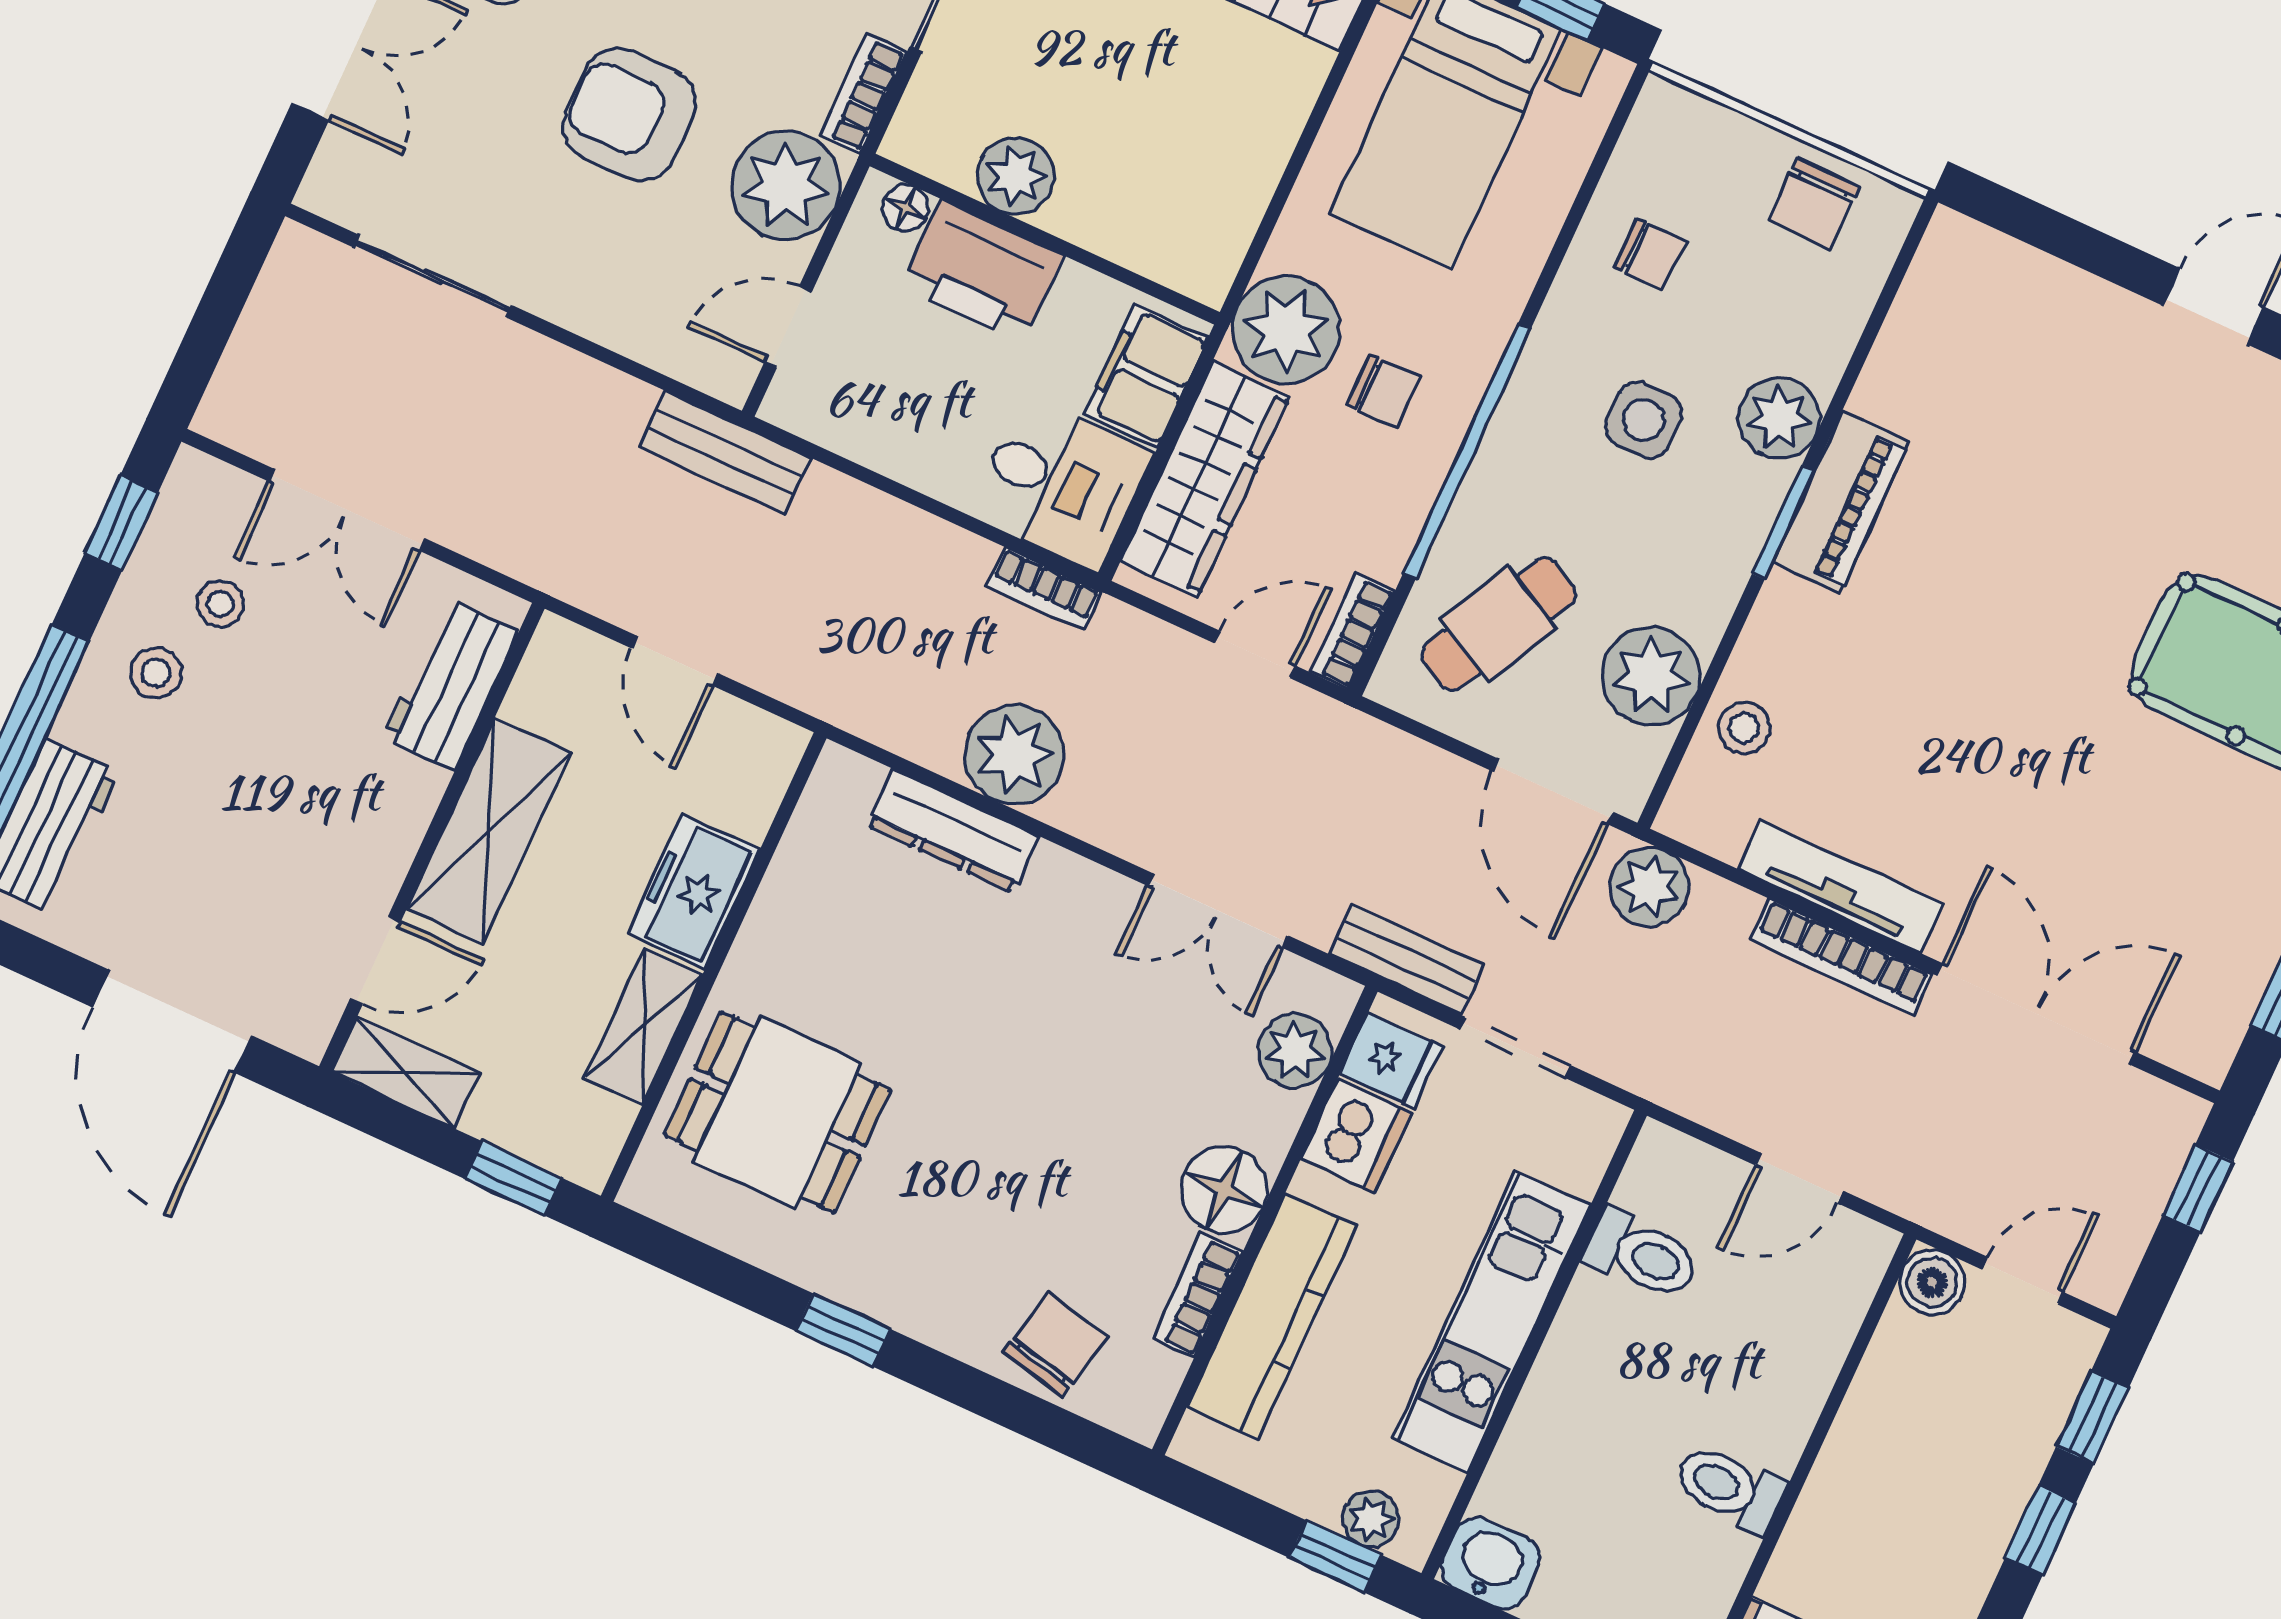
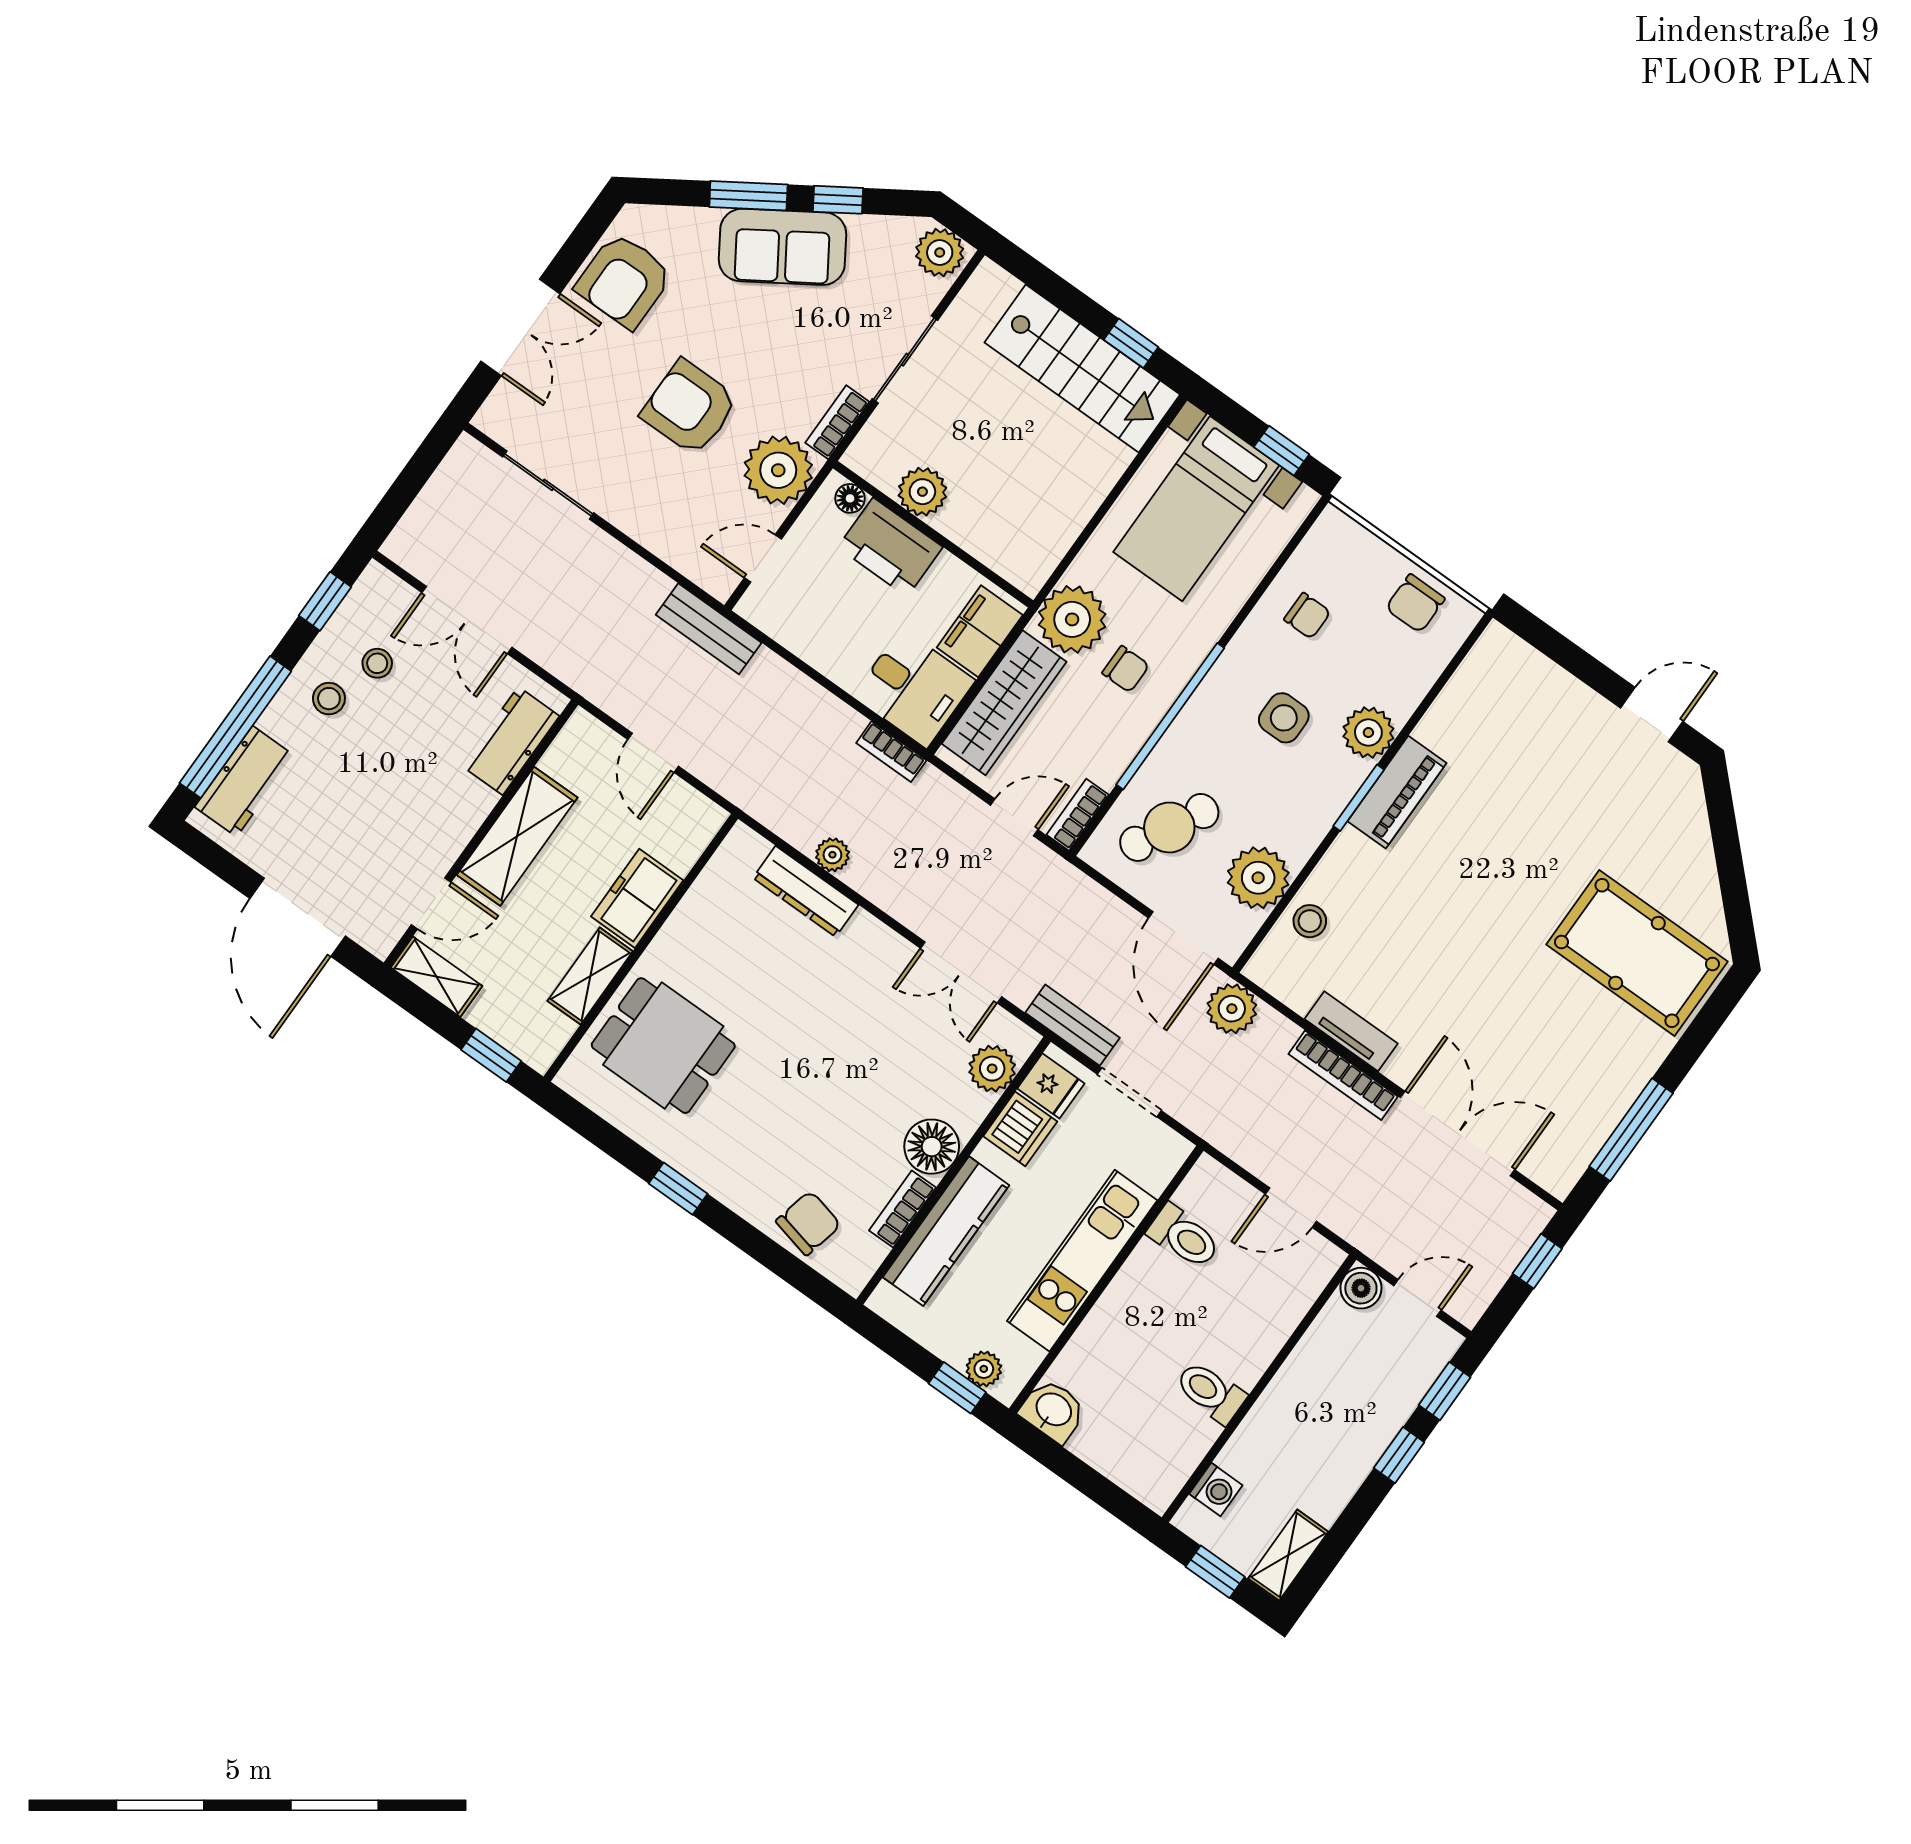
plant: (1014, 755) -> (832, 855), width x0.53, depth x0.53
tv unit: (1841, 886) -> (1351, 1031), width x0.71

